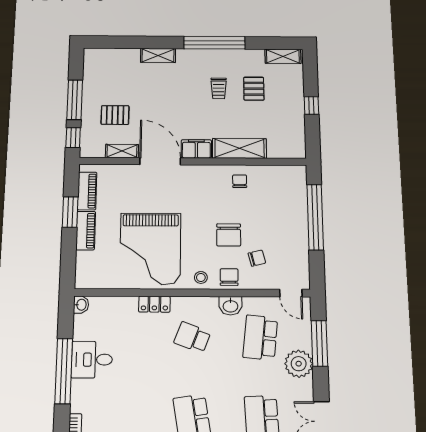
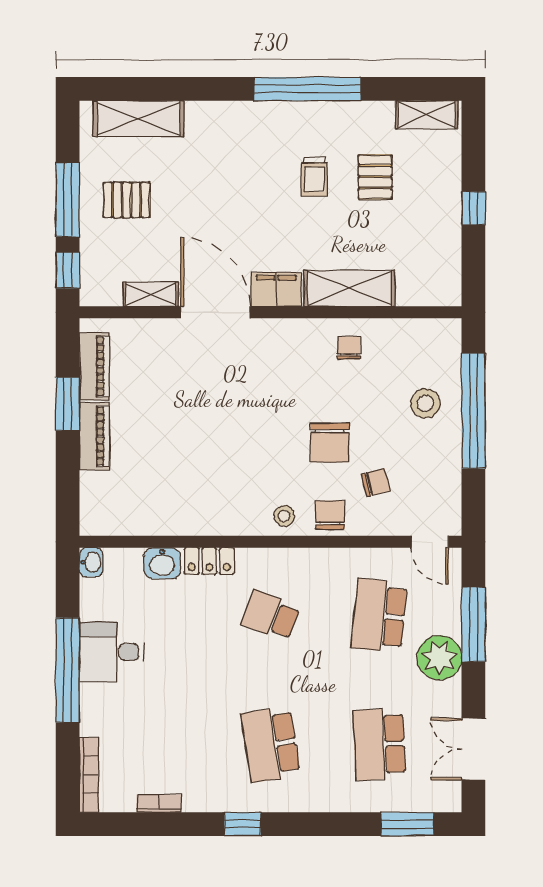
shelving: (158, 55) -> (139, 119), moved, width x1.50, depth x1.33
pallet: (115, 115) -> (127, 200), moved
stool: (286, 213) -> (425, 403), added
grand piano: (150, 249) -> (201, 467), removed
washbasin: (230, 306) -> (162, 563), moved

